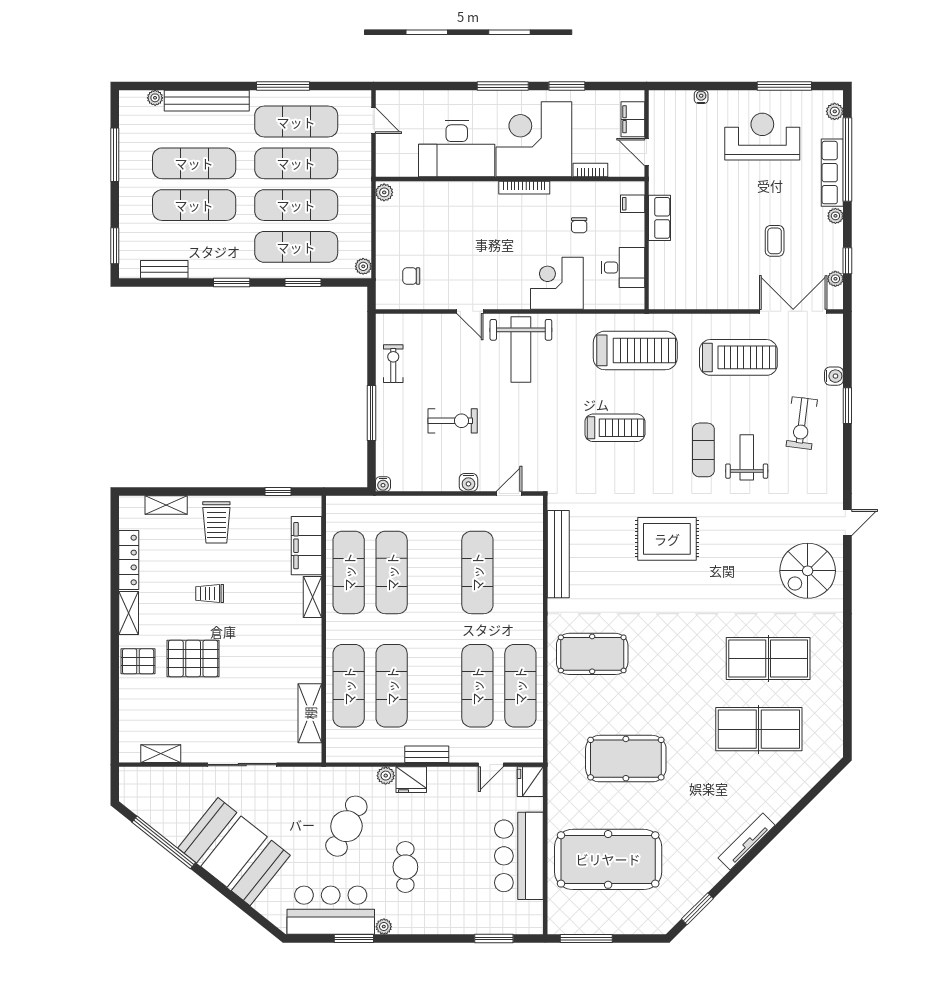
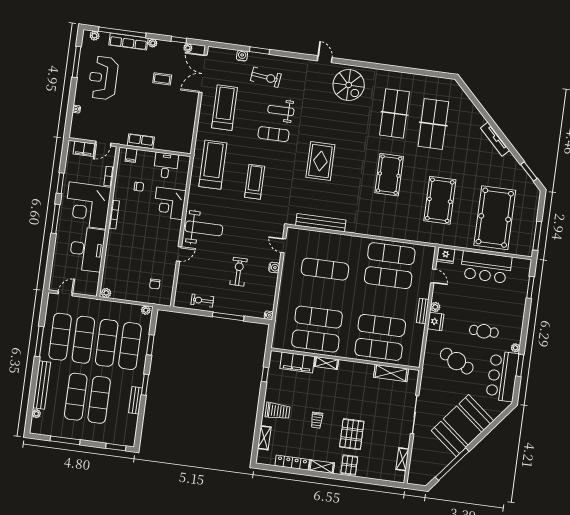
bench: (164, 269) -> (135, 400), moved
pool table: (592, 654) -> (389, 175), moved
plant: (386, 776) -> (435, 307), moved

